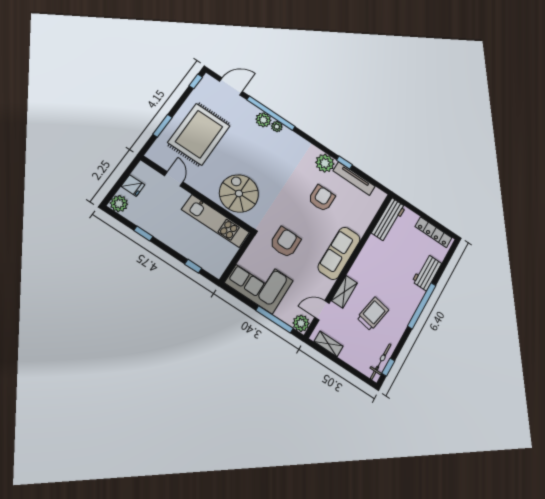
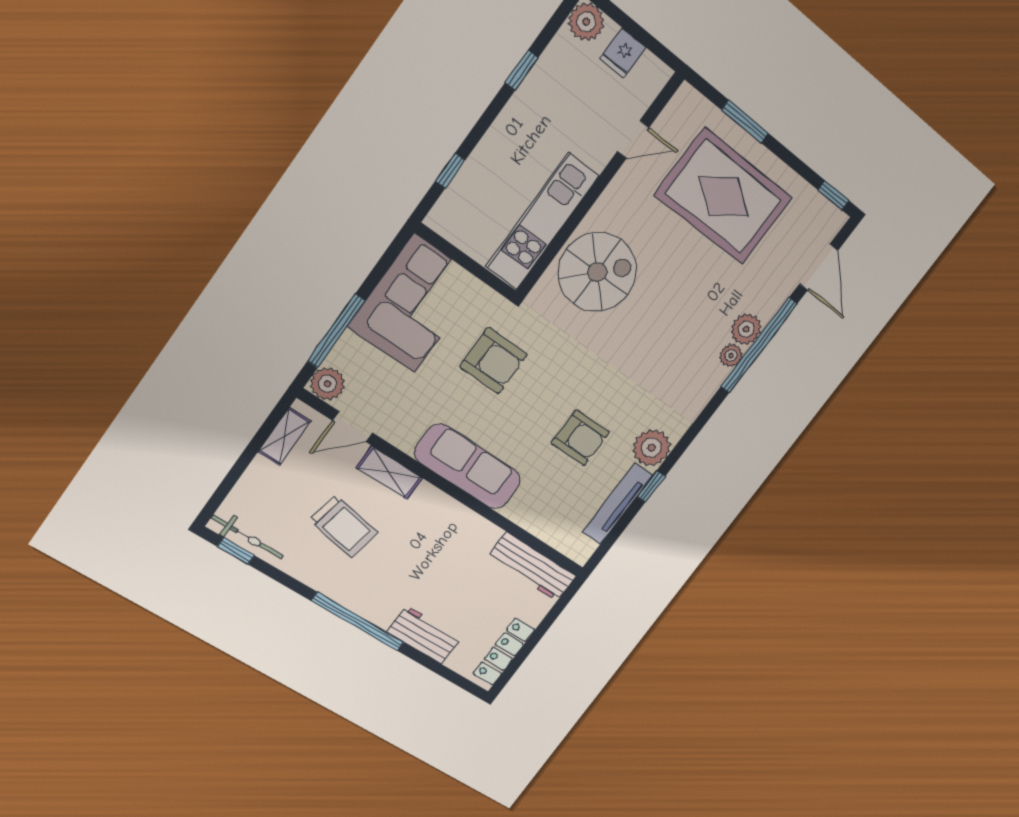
door: (322, 310) -> (353, 427), swing flipped

